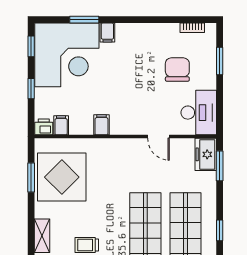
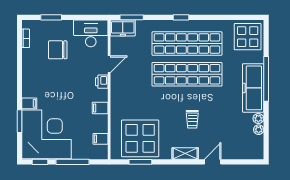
window: (31, 89) -> (72, 162), width x2.17
printer: (44, 127) -> (102, 82), moved

